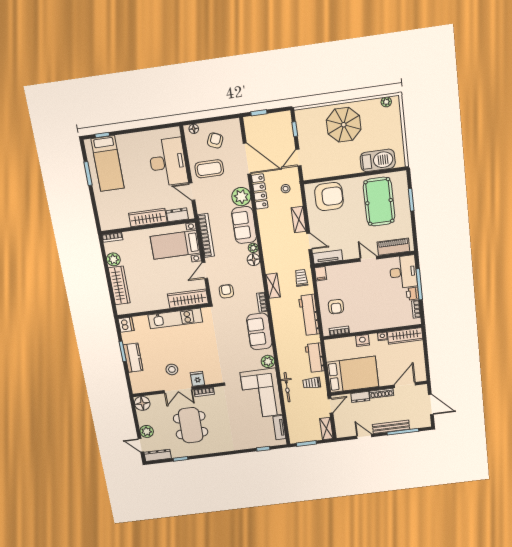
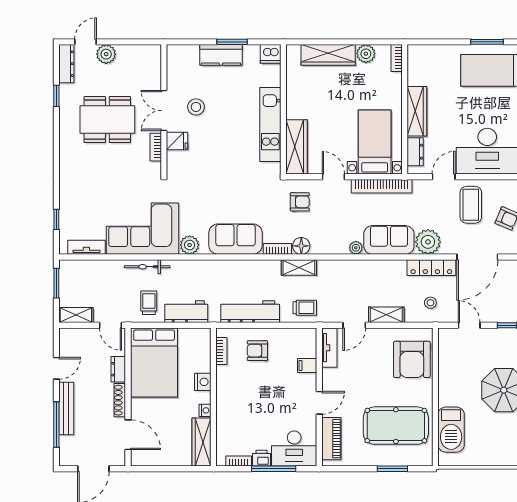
floor lamp: (254, 260) -> (301, 246), moved
filing cabinet: (321, 274) -> (307, 365), moved
floor lamp: (142, 403) -> (150, 55), removed

